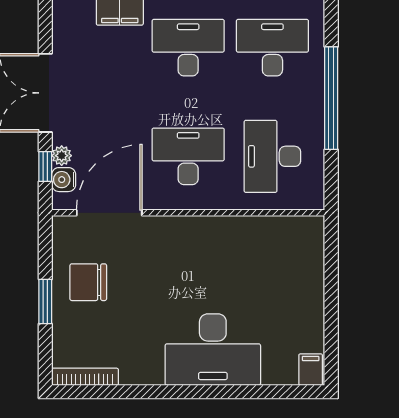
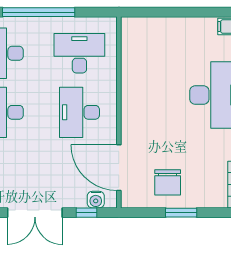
plant: (62, 156) -> (79, 201), removed
desk: (272, 156) -> (79, 53), turned 180

